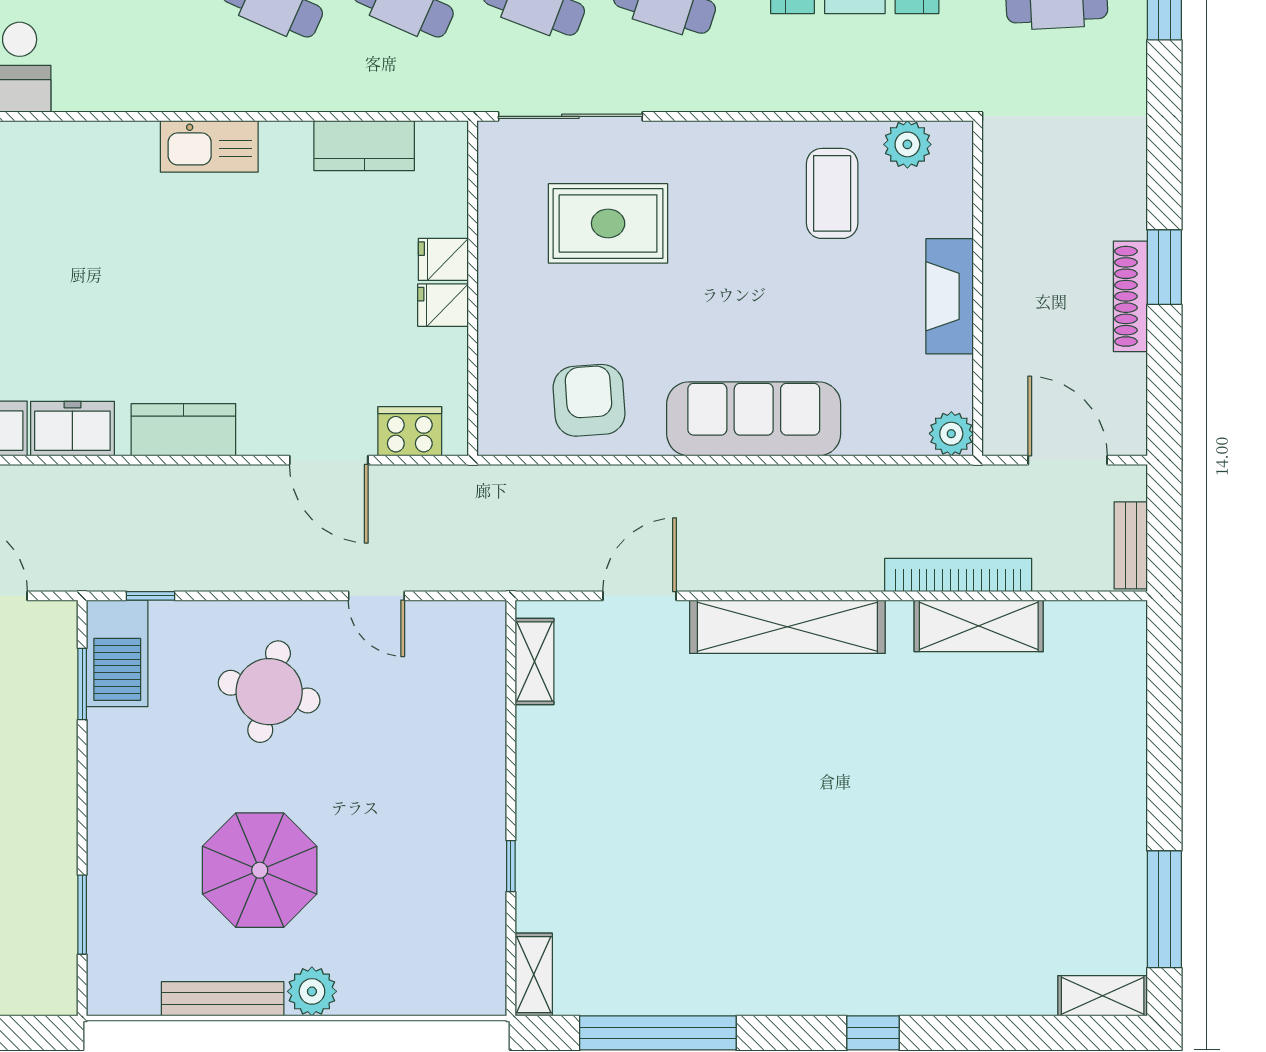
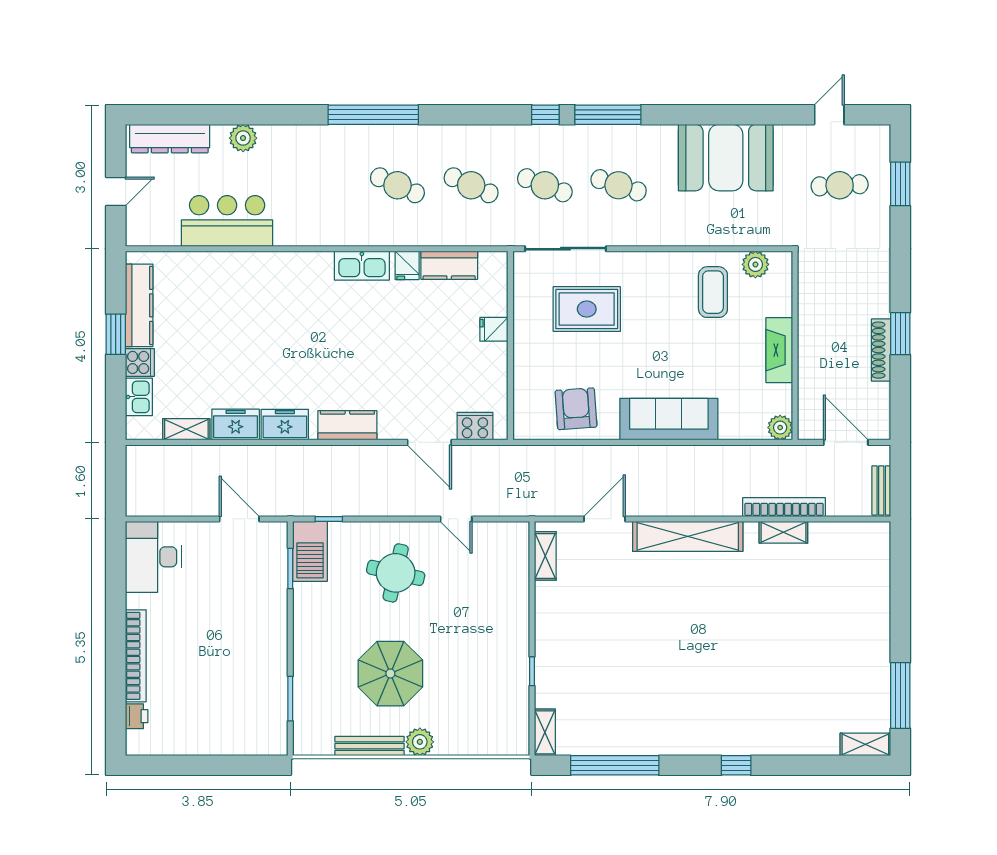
fridge: (443, 305) -> (407, 265), moved, turned -90
shelving: (979, 626) -> (783, 532), width x0.67, depth x0.75

